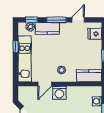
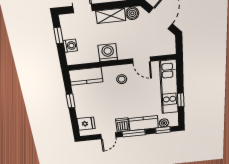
dishwasher: (65, 29) -> (122, 125), added
door: (45, 84) -> (141, 60), swing flipped
washing machine: (59, 93) -> (108, 53), moved

